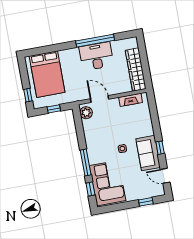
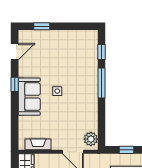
sofa: (148, 153) -> (29, 97), moved
door: (165, 176) -> (15, 52), hinge flipped
corner sofa: (108, 183) -> (81, 55), removed

